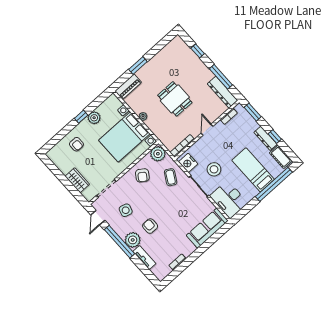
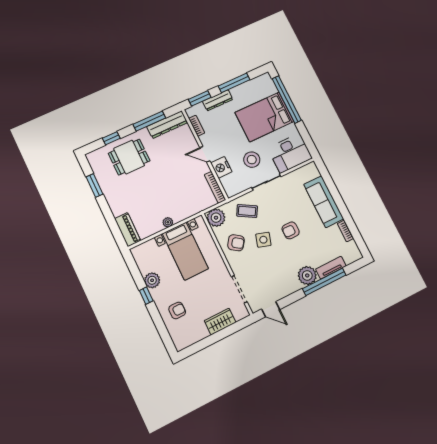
window: (138, 66) -> (94, 185), moved
dining table: (175, 99) -> (129, 157), moved
bed with nightstands: (124, 137) -> (185, 251), width x0.73
window: (275, 137) -> (234, 83), width x2.17
dresser: (266, 138) -> (218, 100), moved
cot: (281, 157) -> (258, 83), removed
nightstand: (188, 163) -> (221, 167), moved, turned 90
bed: (253, 170) -> (264, 117), width x1.50
side table: (126, 210) -> (263, 240), moved
armchair: (150, 226) -> (291, 230), moved
sofa: (207, 228) -> (324, 202), moved
window: (119, 242) -> (324, 282), moved

